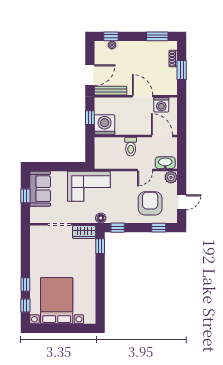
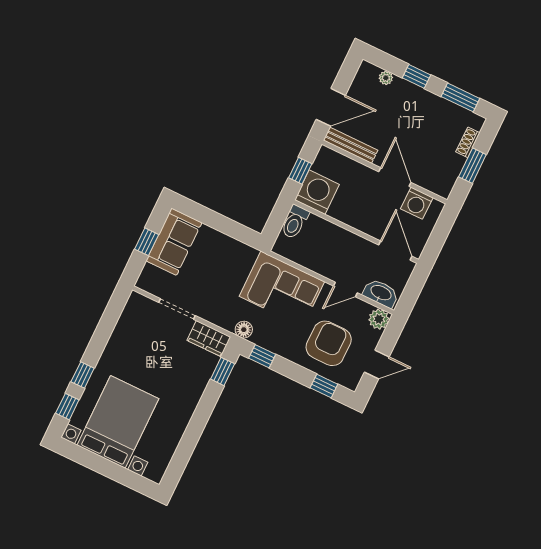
window: (111, 36) -> (416, 76), moved
toilet: (131, 147) -> (295, 222), moved
corner sofa: (89, 186) -> (282, 289), moved

